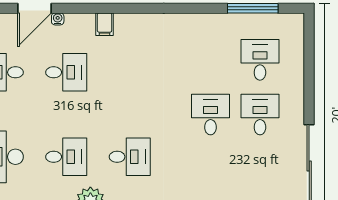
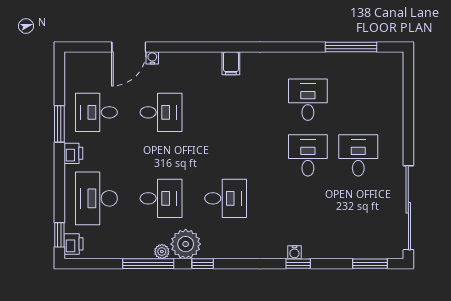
filing cabinet: (105, 24) -> (231, 63), moved
desk: (260, 60) -> (308, 100), moved

